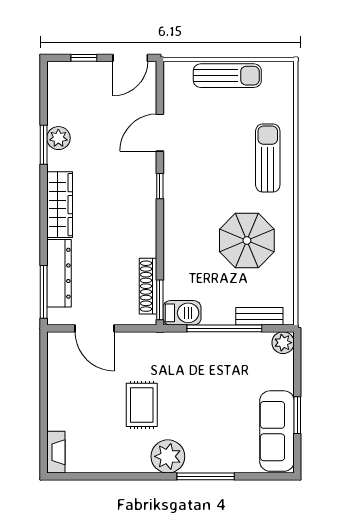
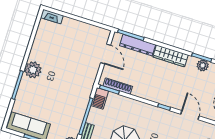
door: (95, 328) -> (106, 54), swing flipped
rug: (142, 405) -> (62, 65), removed

